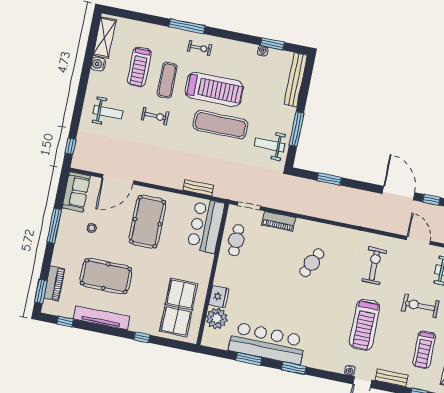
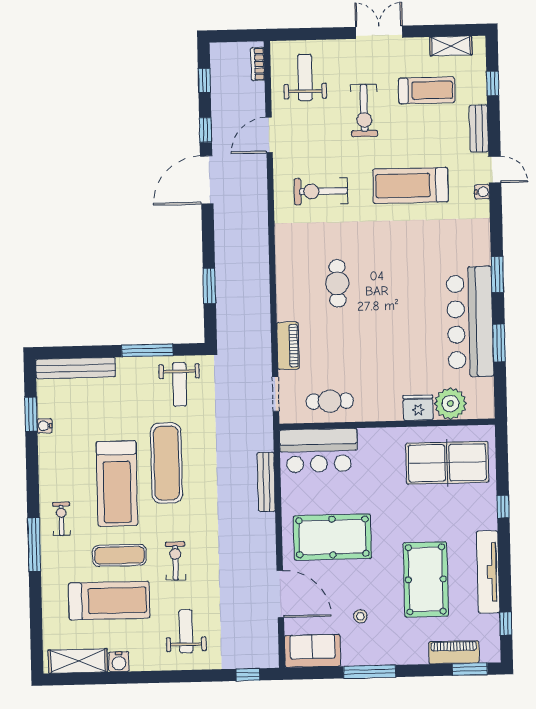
treadmill: (139, 67) -> (109, 601), width x1.37, depth x1.38
treadmill: (214, 89) -> (117, 484), turned 180
bench: (198, 188) -> (266, 482), width x1.36
cafe table: (312, 263) -> (337, 283), turned 65
treadmill: (365, 325) -> (410, 185), turned 180

